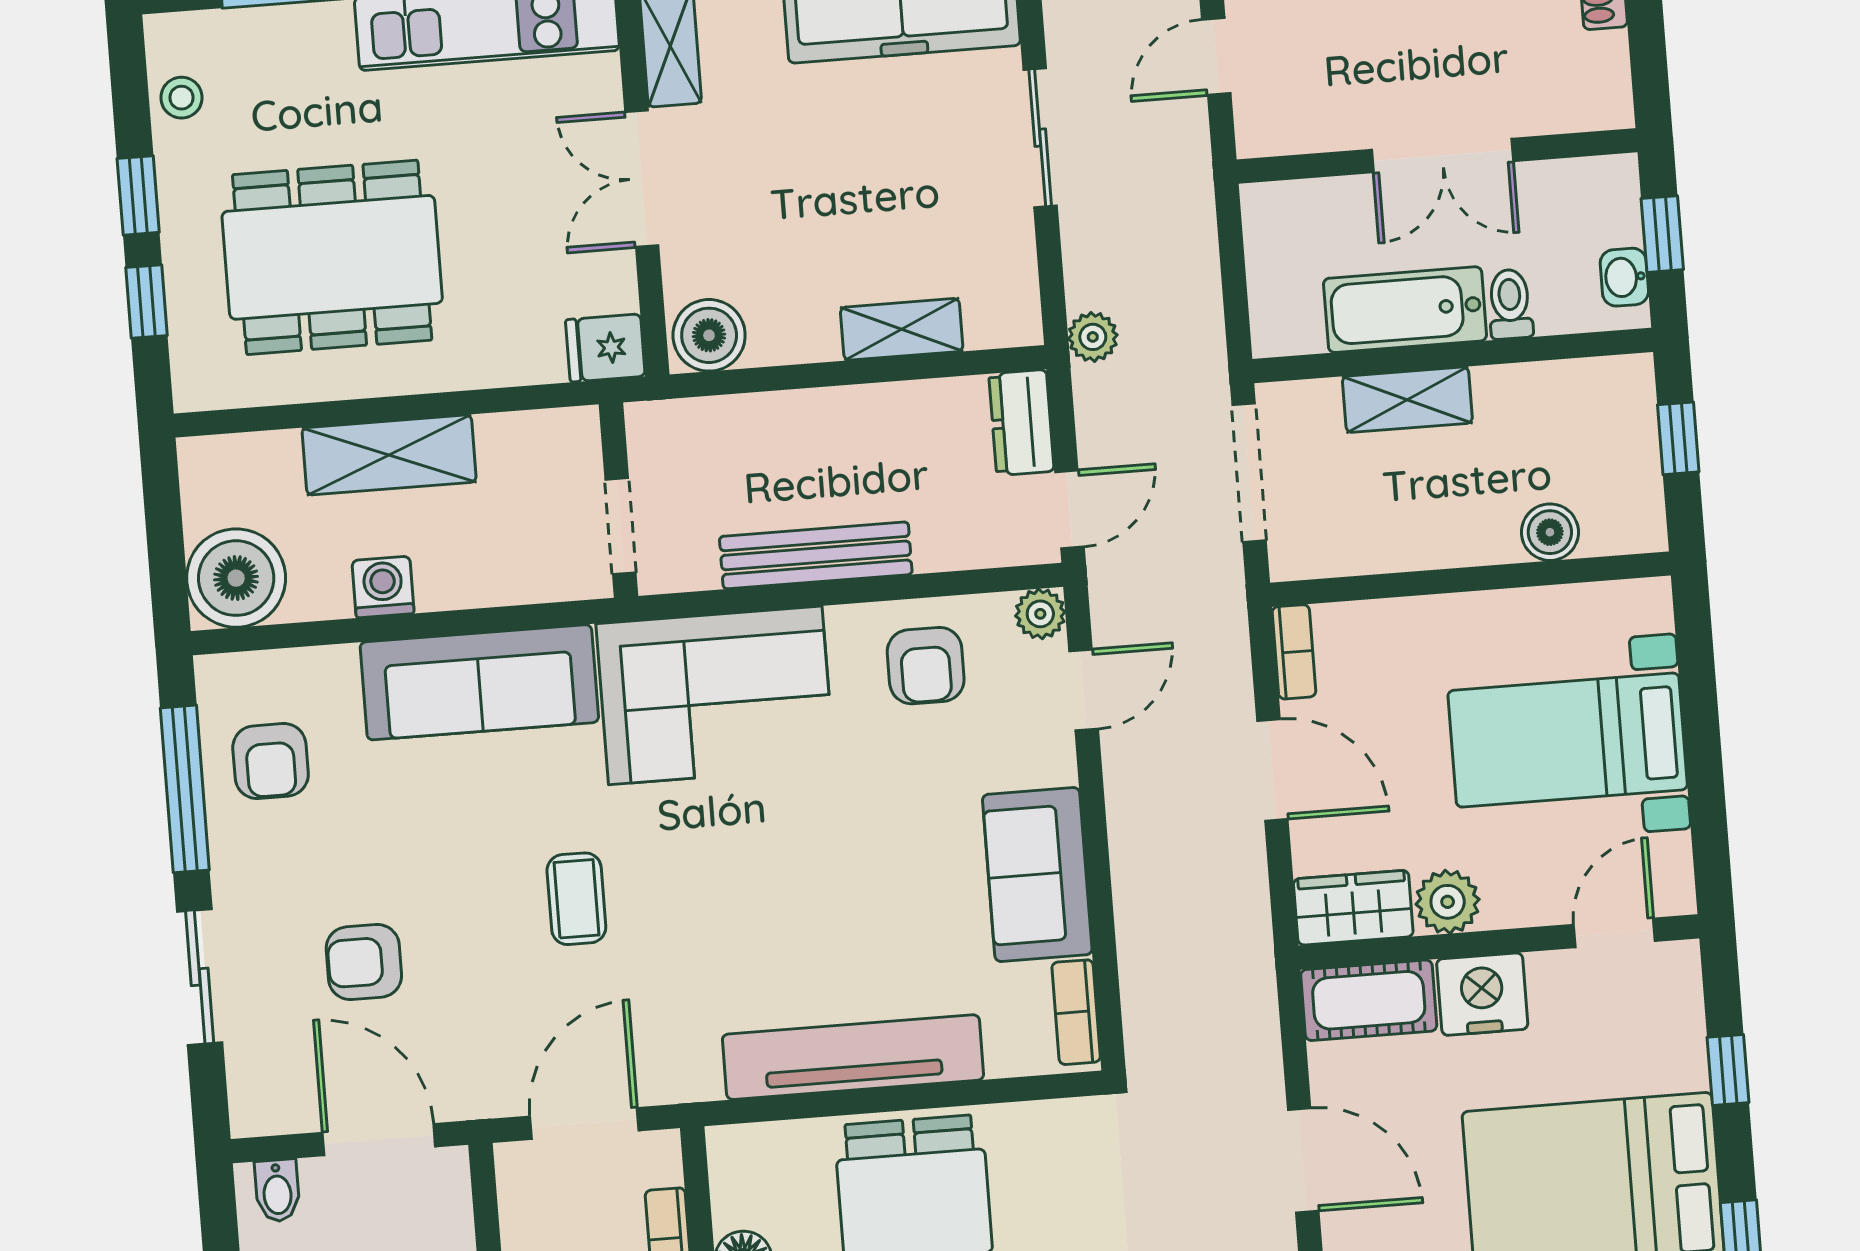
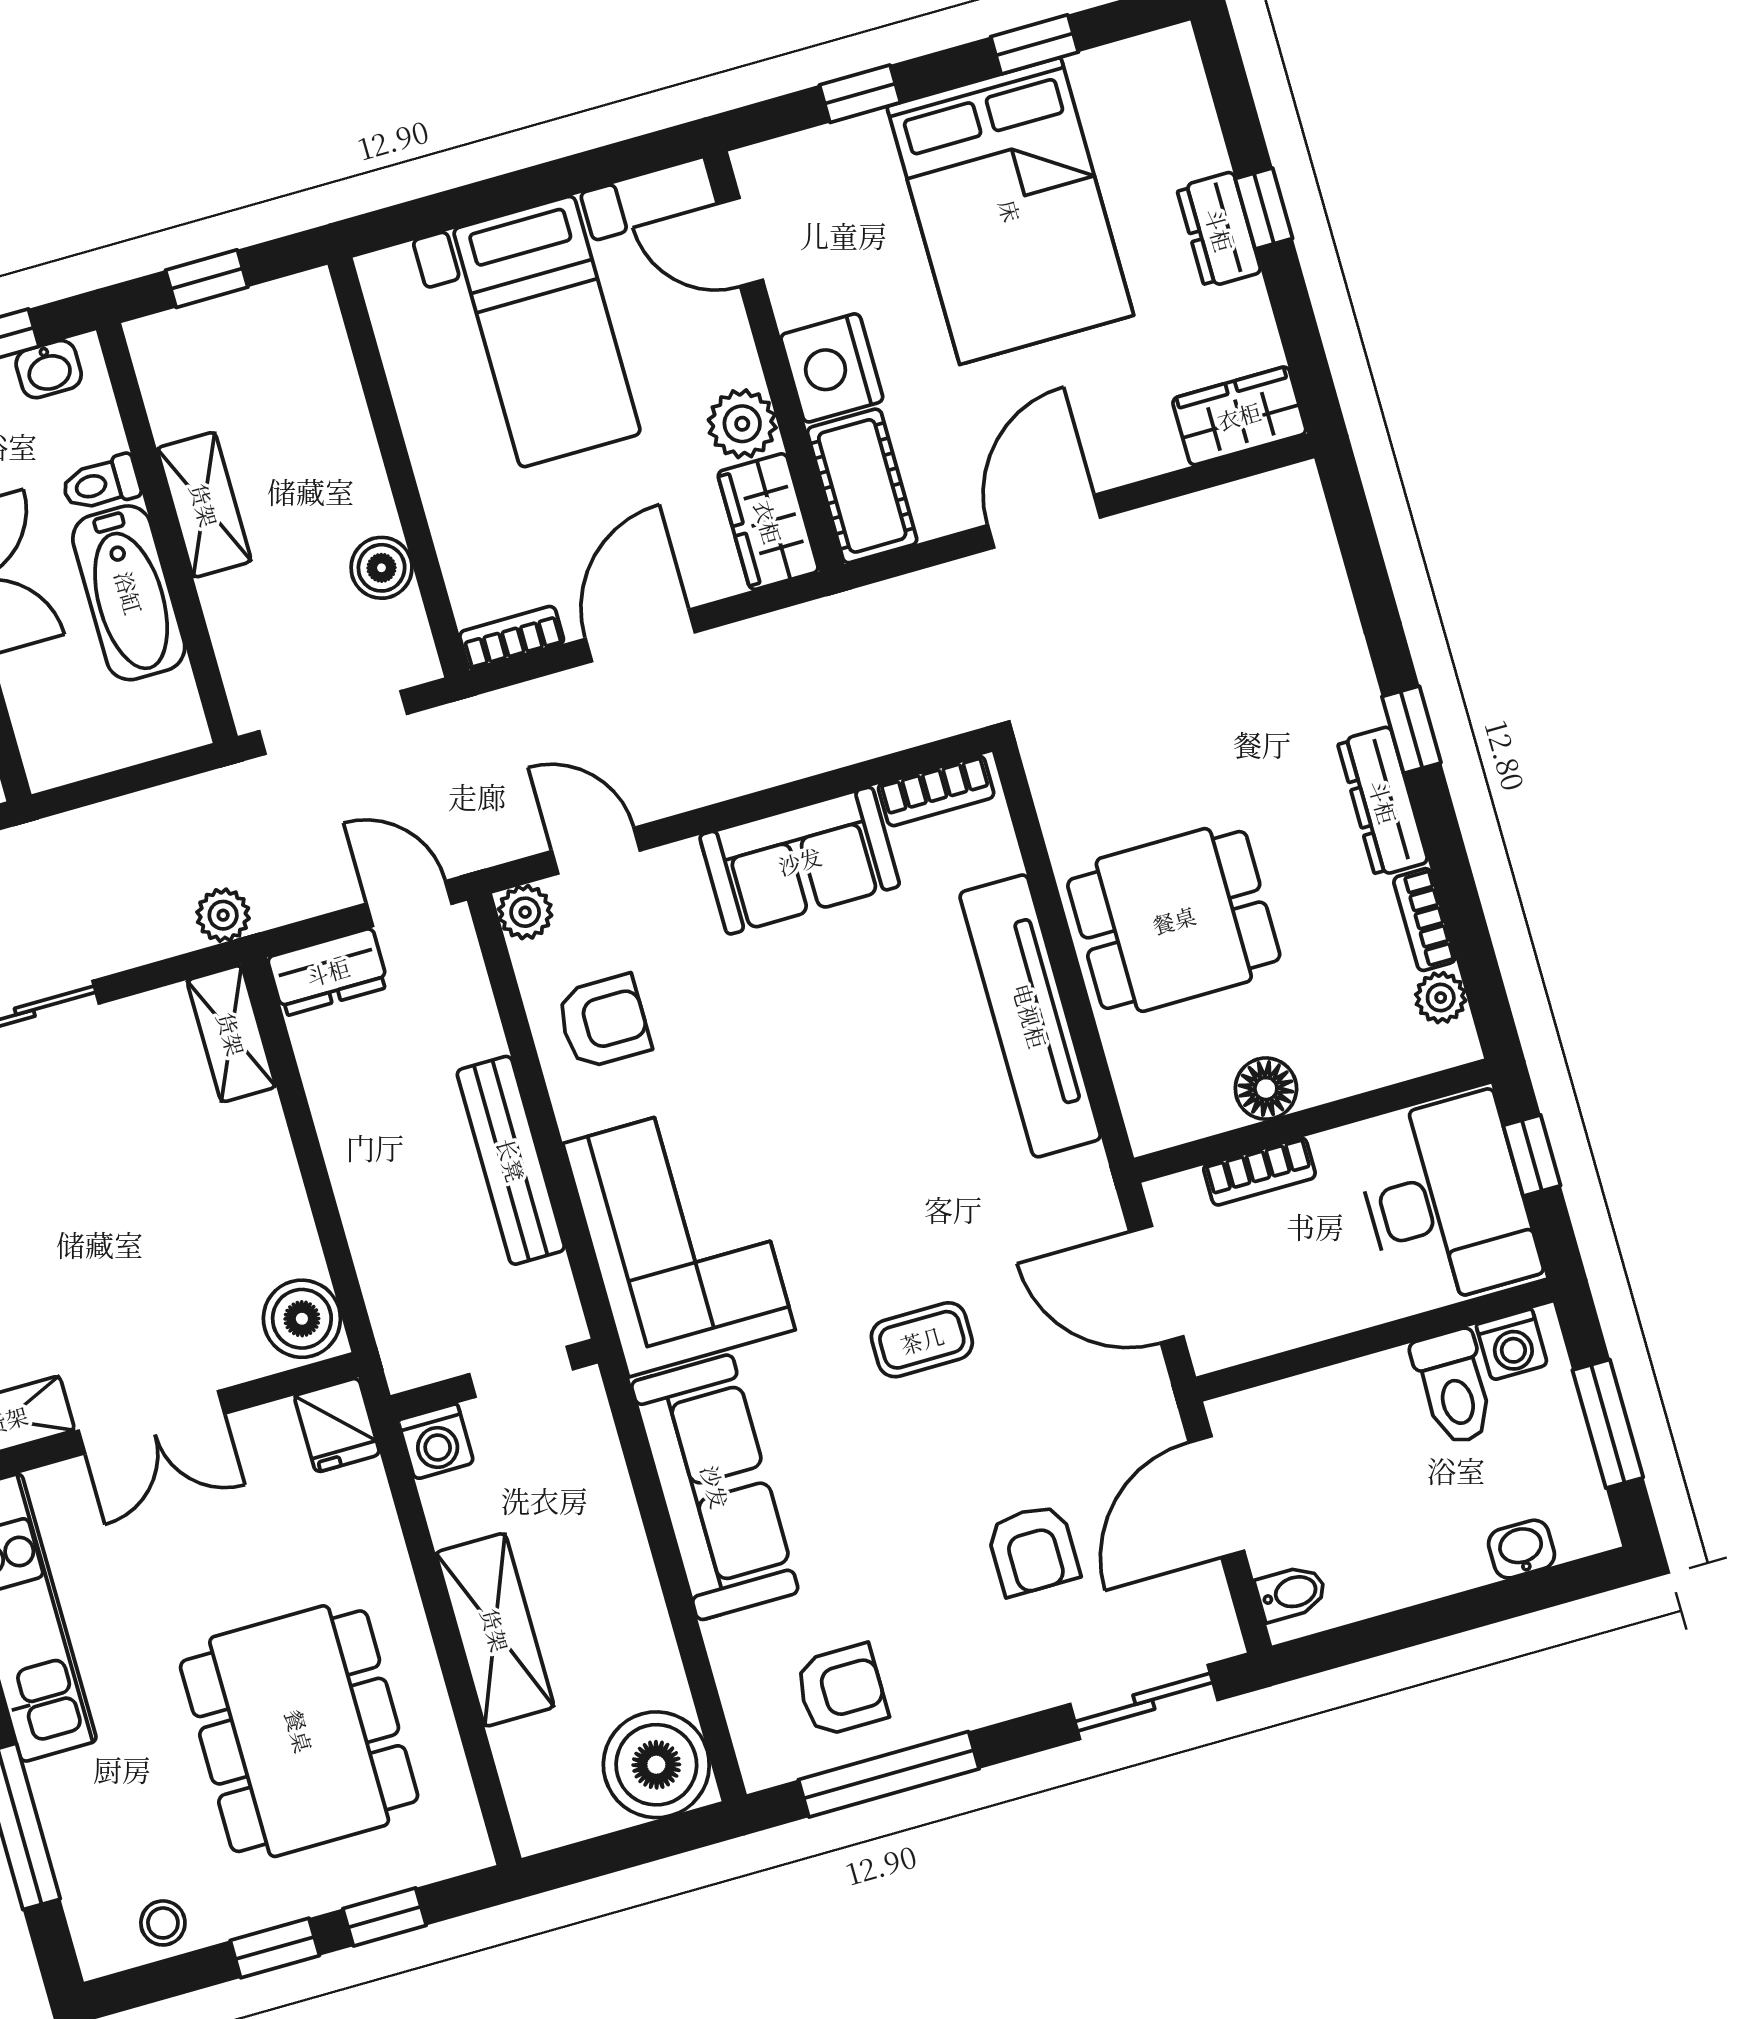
shelving: (902, 329) -> (231, 1034), moved
shelving: (1407, 400) -> (204, 505), moved
boiler: (1550, 532) -> (382, 568), moved
washing machine: (383, 587) -> (436, 1442), moved, turned -90
sliding door: (200, 977) -> (1144, 1702), moved

